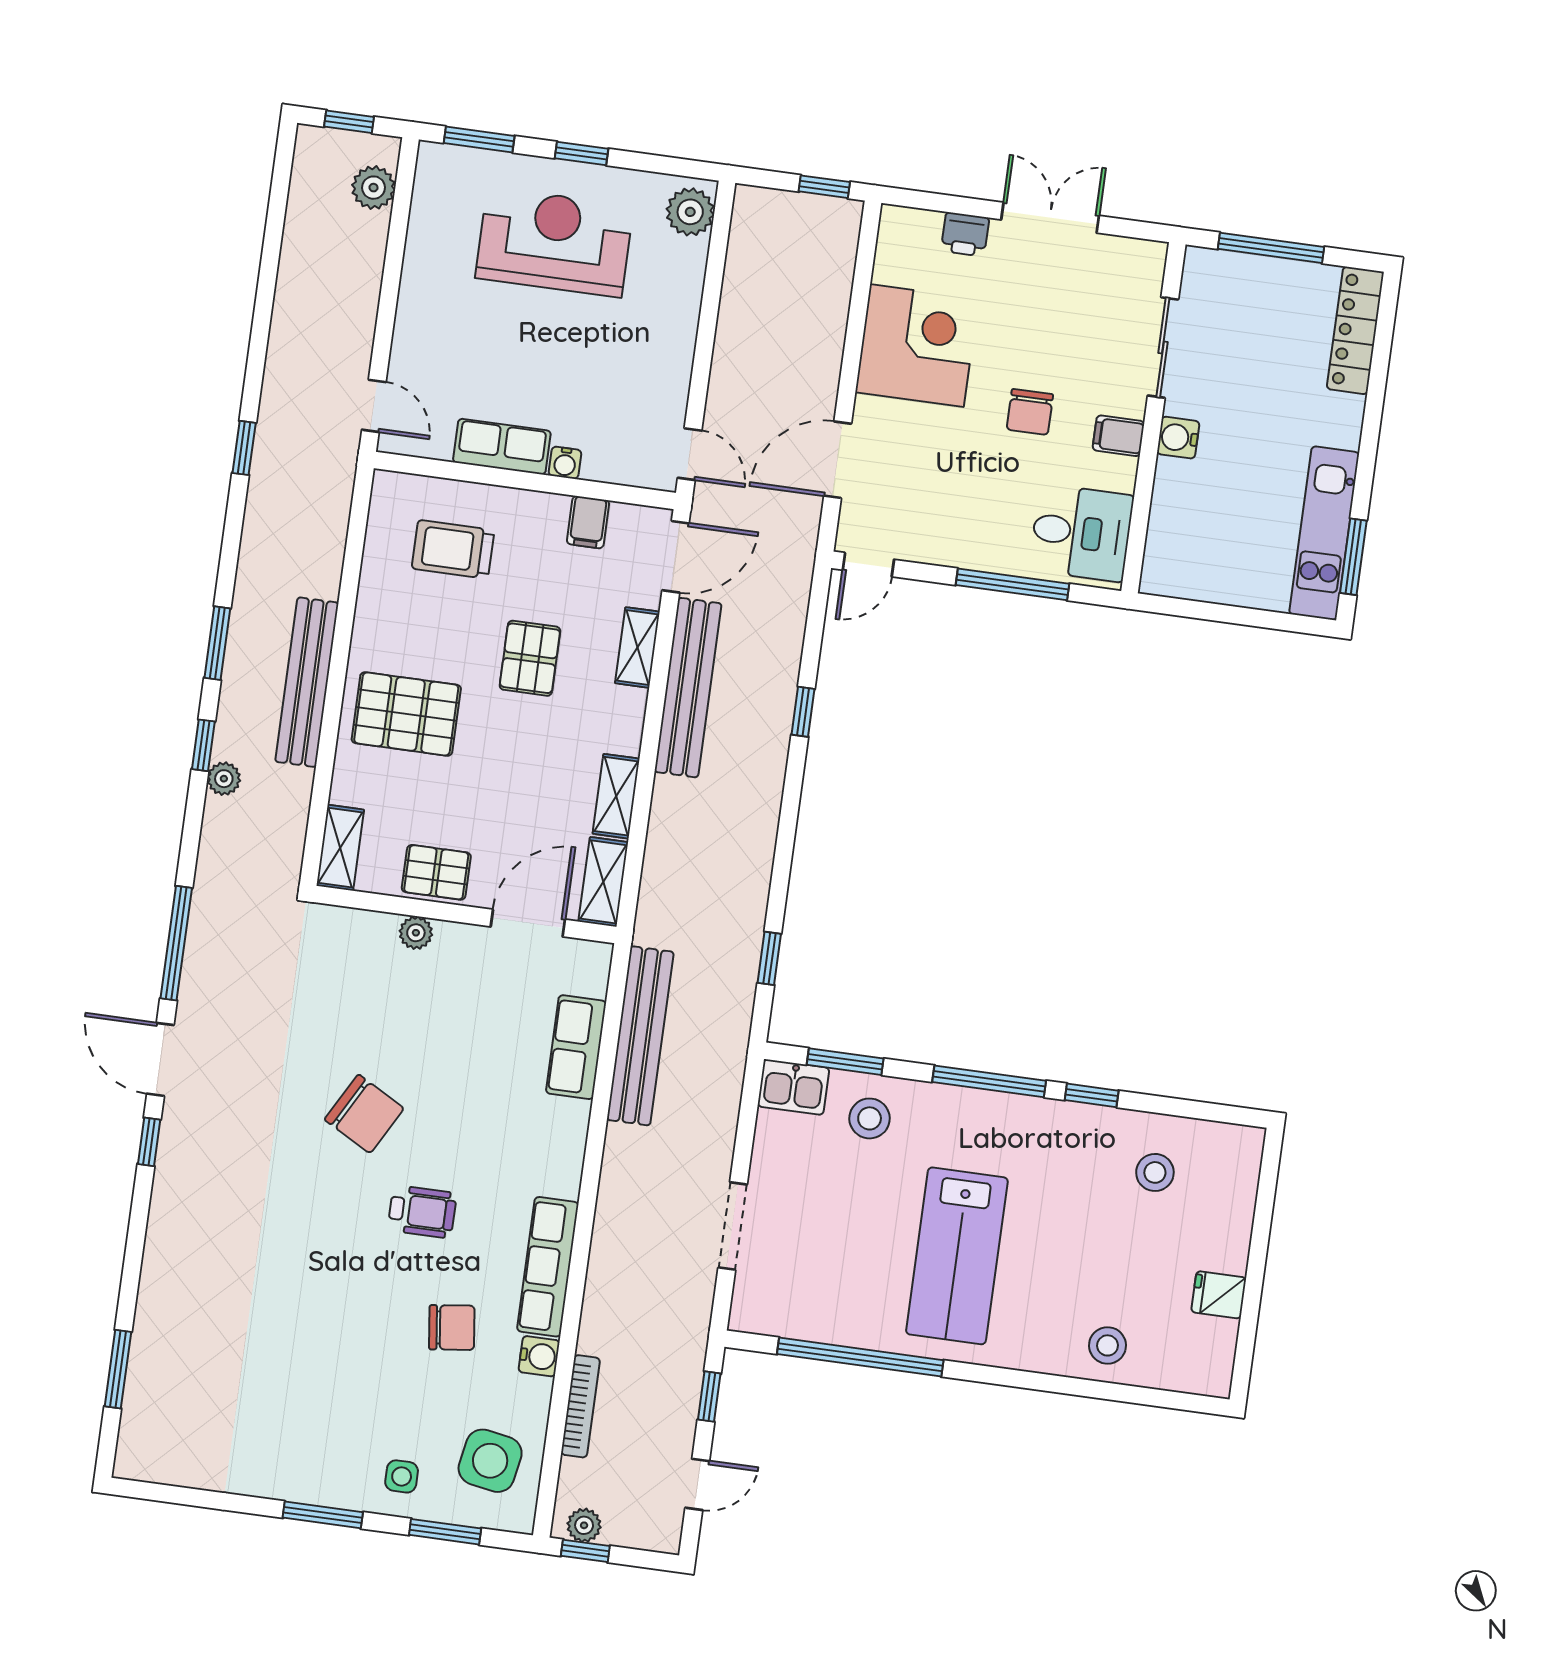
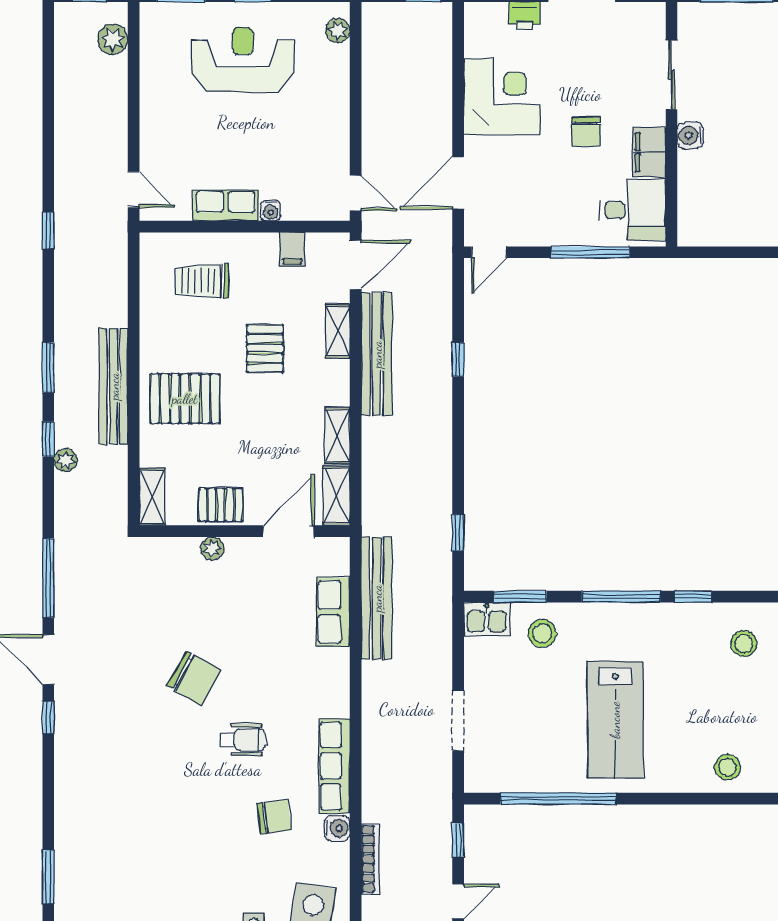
plant: (690, 212) -> (338, 31), width x0.73, depth x0.73
filing cabinet: (1118, 436) -> (649, 152), width x2.00

